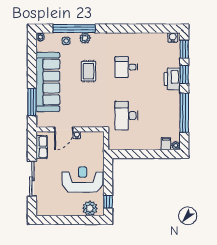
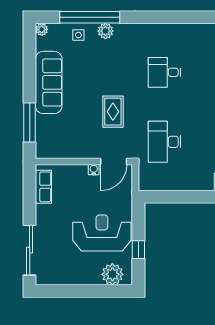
rug: (88, 71) -> (113, 112), moved
sofa: (48, 82) -> (49, 82), width x0.74, depth x0.79
door: (64, 129) -> (114, 161), moved
sliding door: (32, 179) -> (30, 250), moved
window: (108, 202) -> (138, 250), moved

